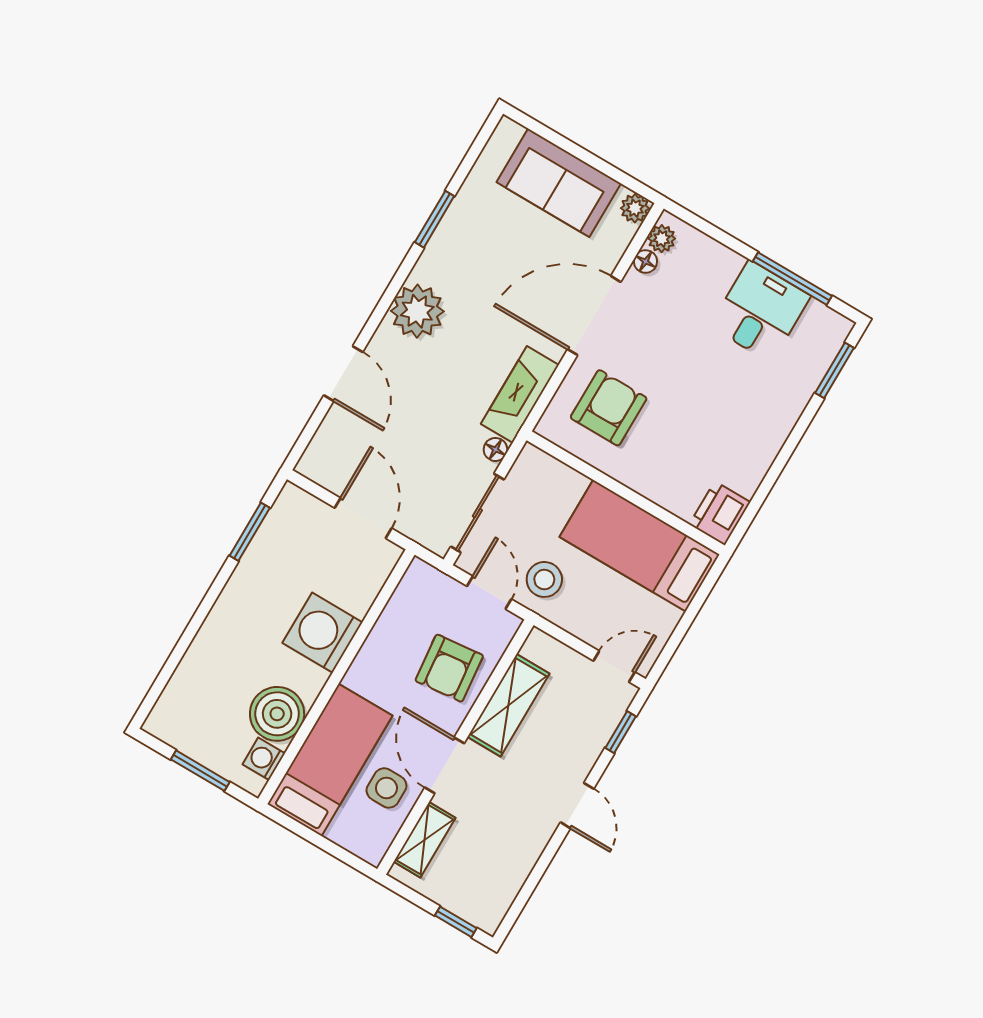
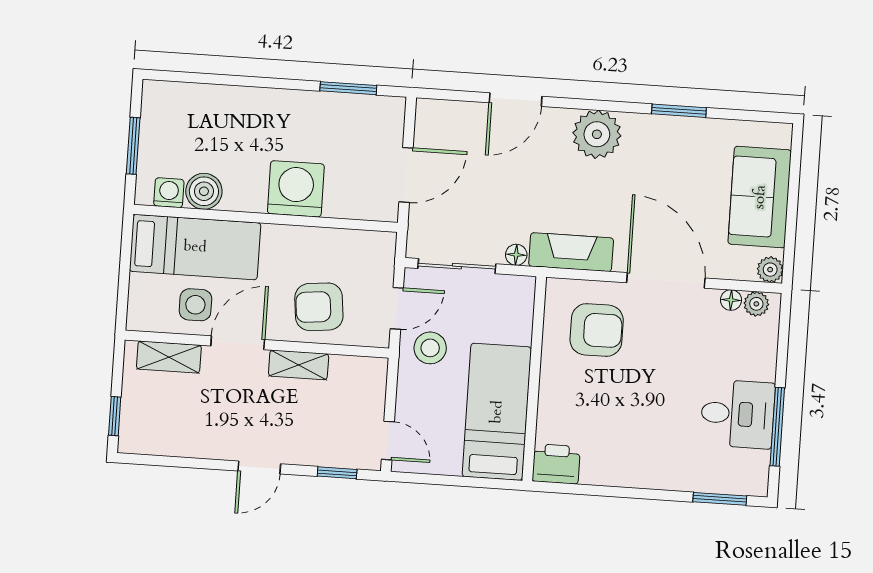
shelving: (508, 705) -> (299, 365), width x0.67, depth x0.75
boiler: (277, 714) -> (204, 191), width x0.73, depth x0.73

